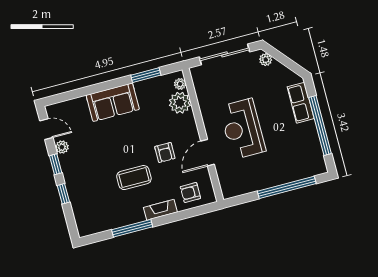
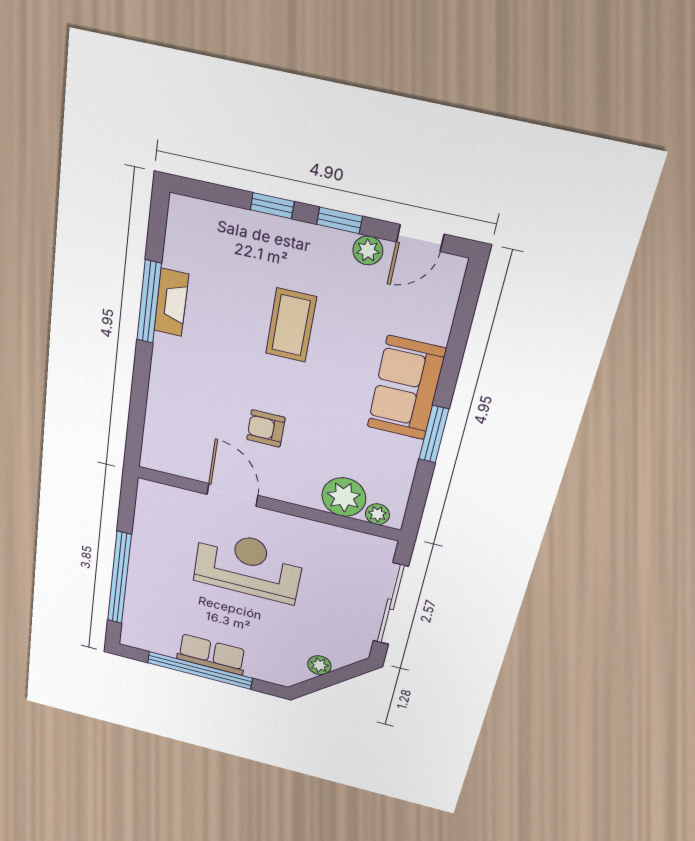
plant: (266, 60) -> (319, 665), moved
window: (146, 75) -> (434, 434), moved
row of seats: (301, 103) -> (211, 654), moved
coffee table: (134, 178) -> (291, 325), moved
armchair: (190, 192) -> (174, 433), removed
fireplace: (160, 210) -> (171, 302), moved

